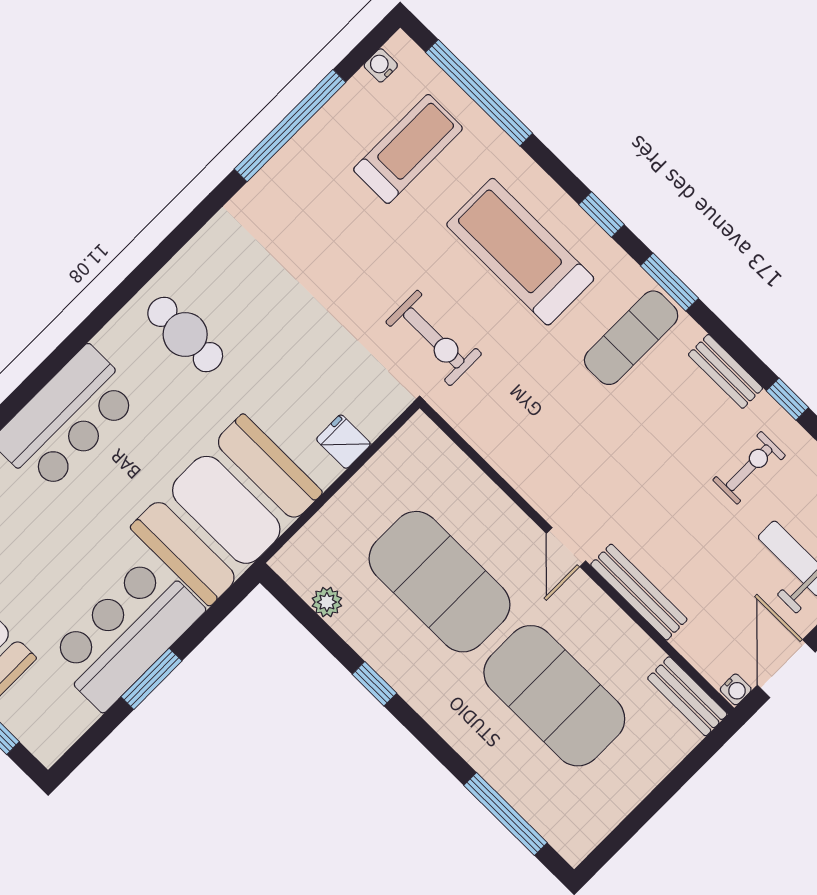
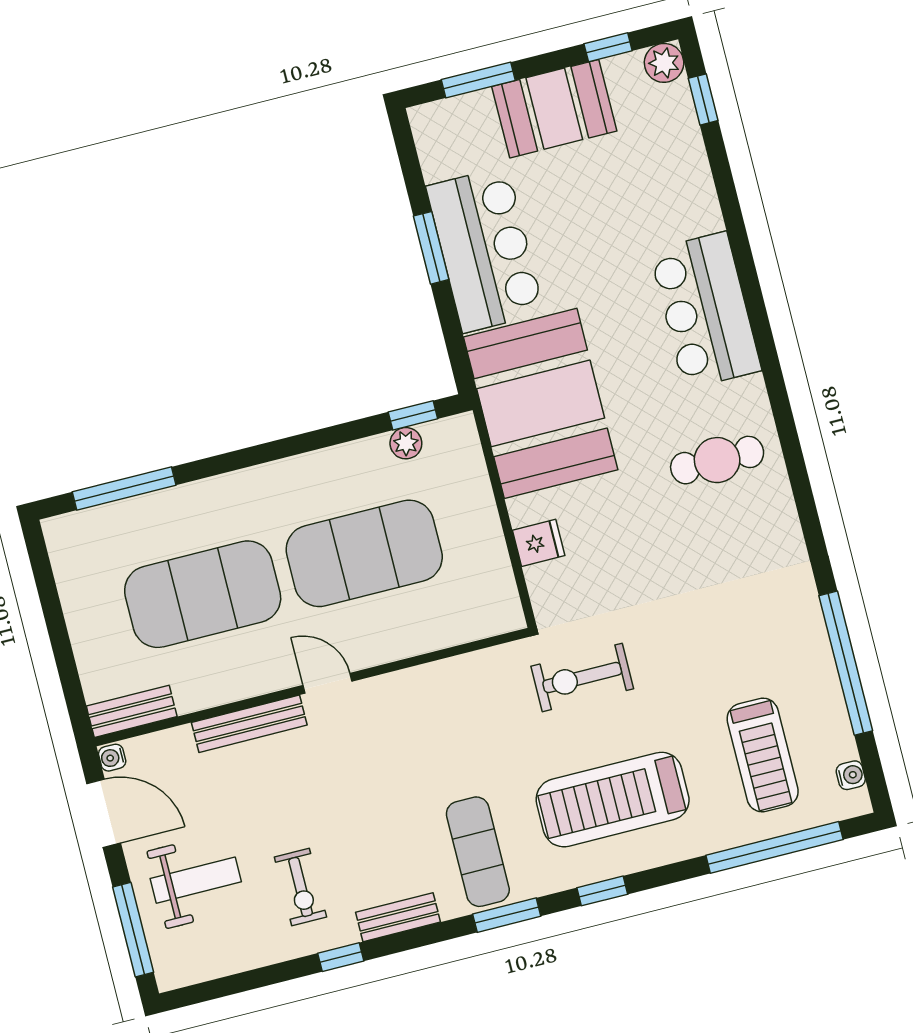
treadmill: (520, 252) -> (613, 800), turned 180
window: (374, 684) -> (413, 415), moved

